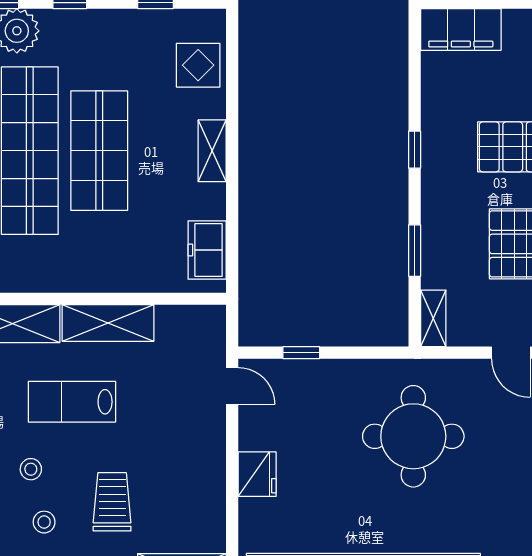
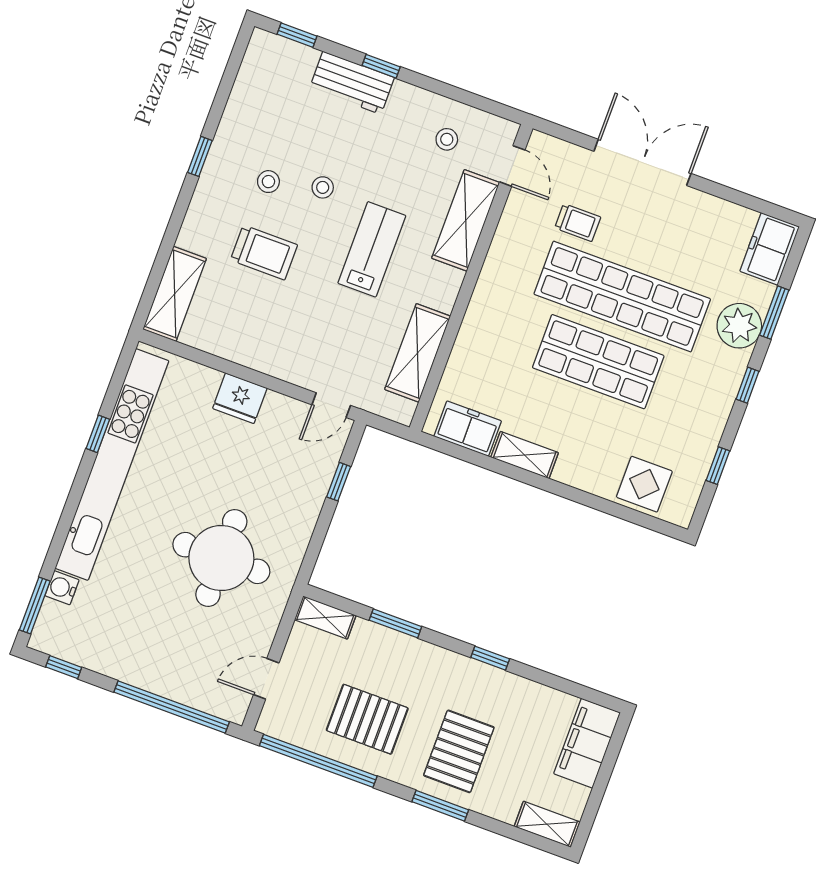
shelving: (212, 151) -> (525, 455), moved
shelving: (108, 323) -> (418, 353), moved

